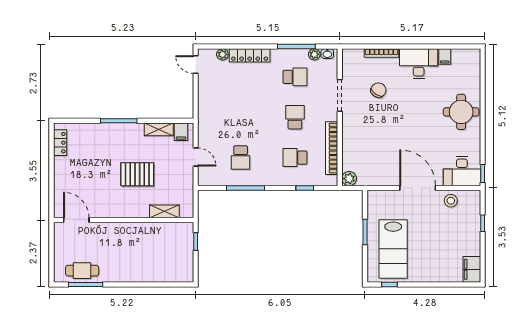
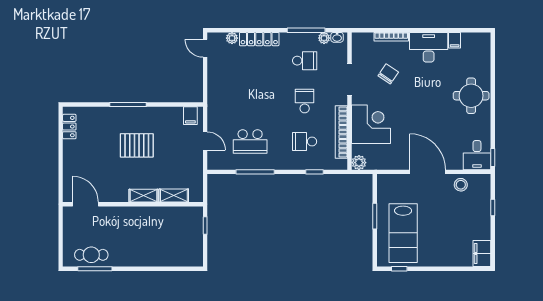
shelving: (159, 129) -> (144, 196), moved
corner desk: (361, 140) -> (371, 124), added
school desk: (241, 158) -> (250, 141), width x1.85
desk: (462, 171) -> (477, 155), width x0.73
pallet: (137, 174) -> (137, 145), moved

